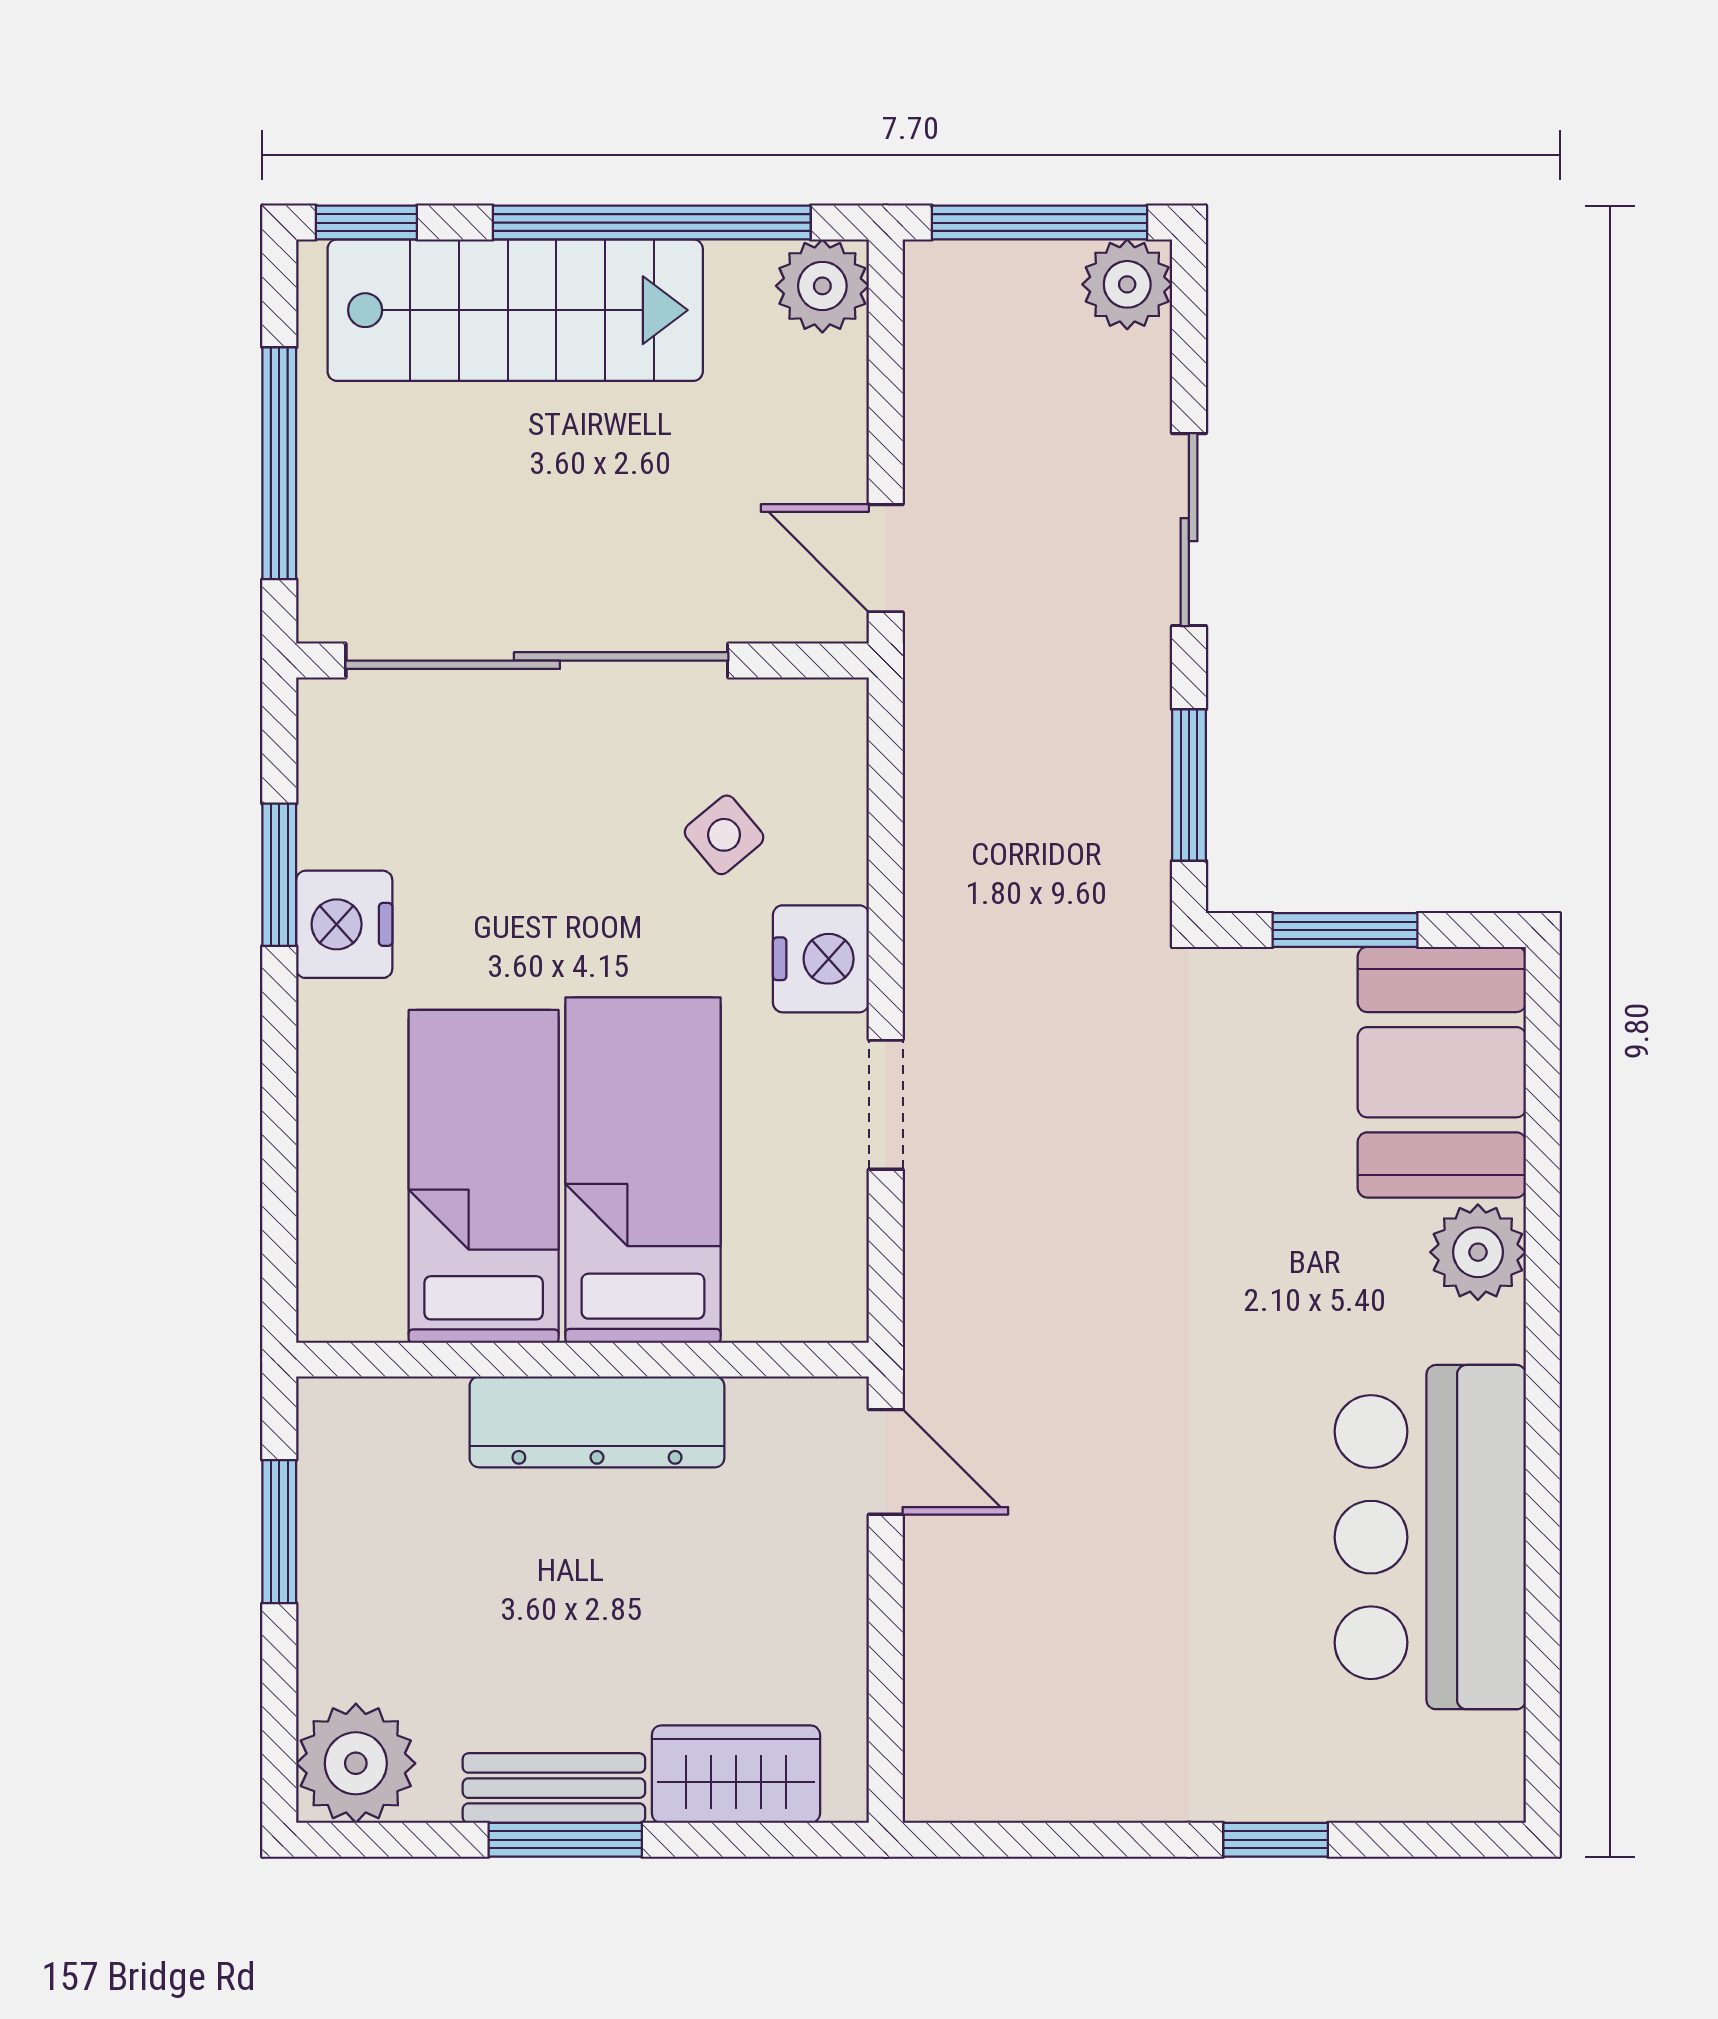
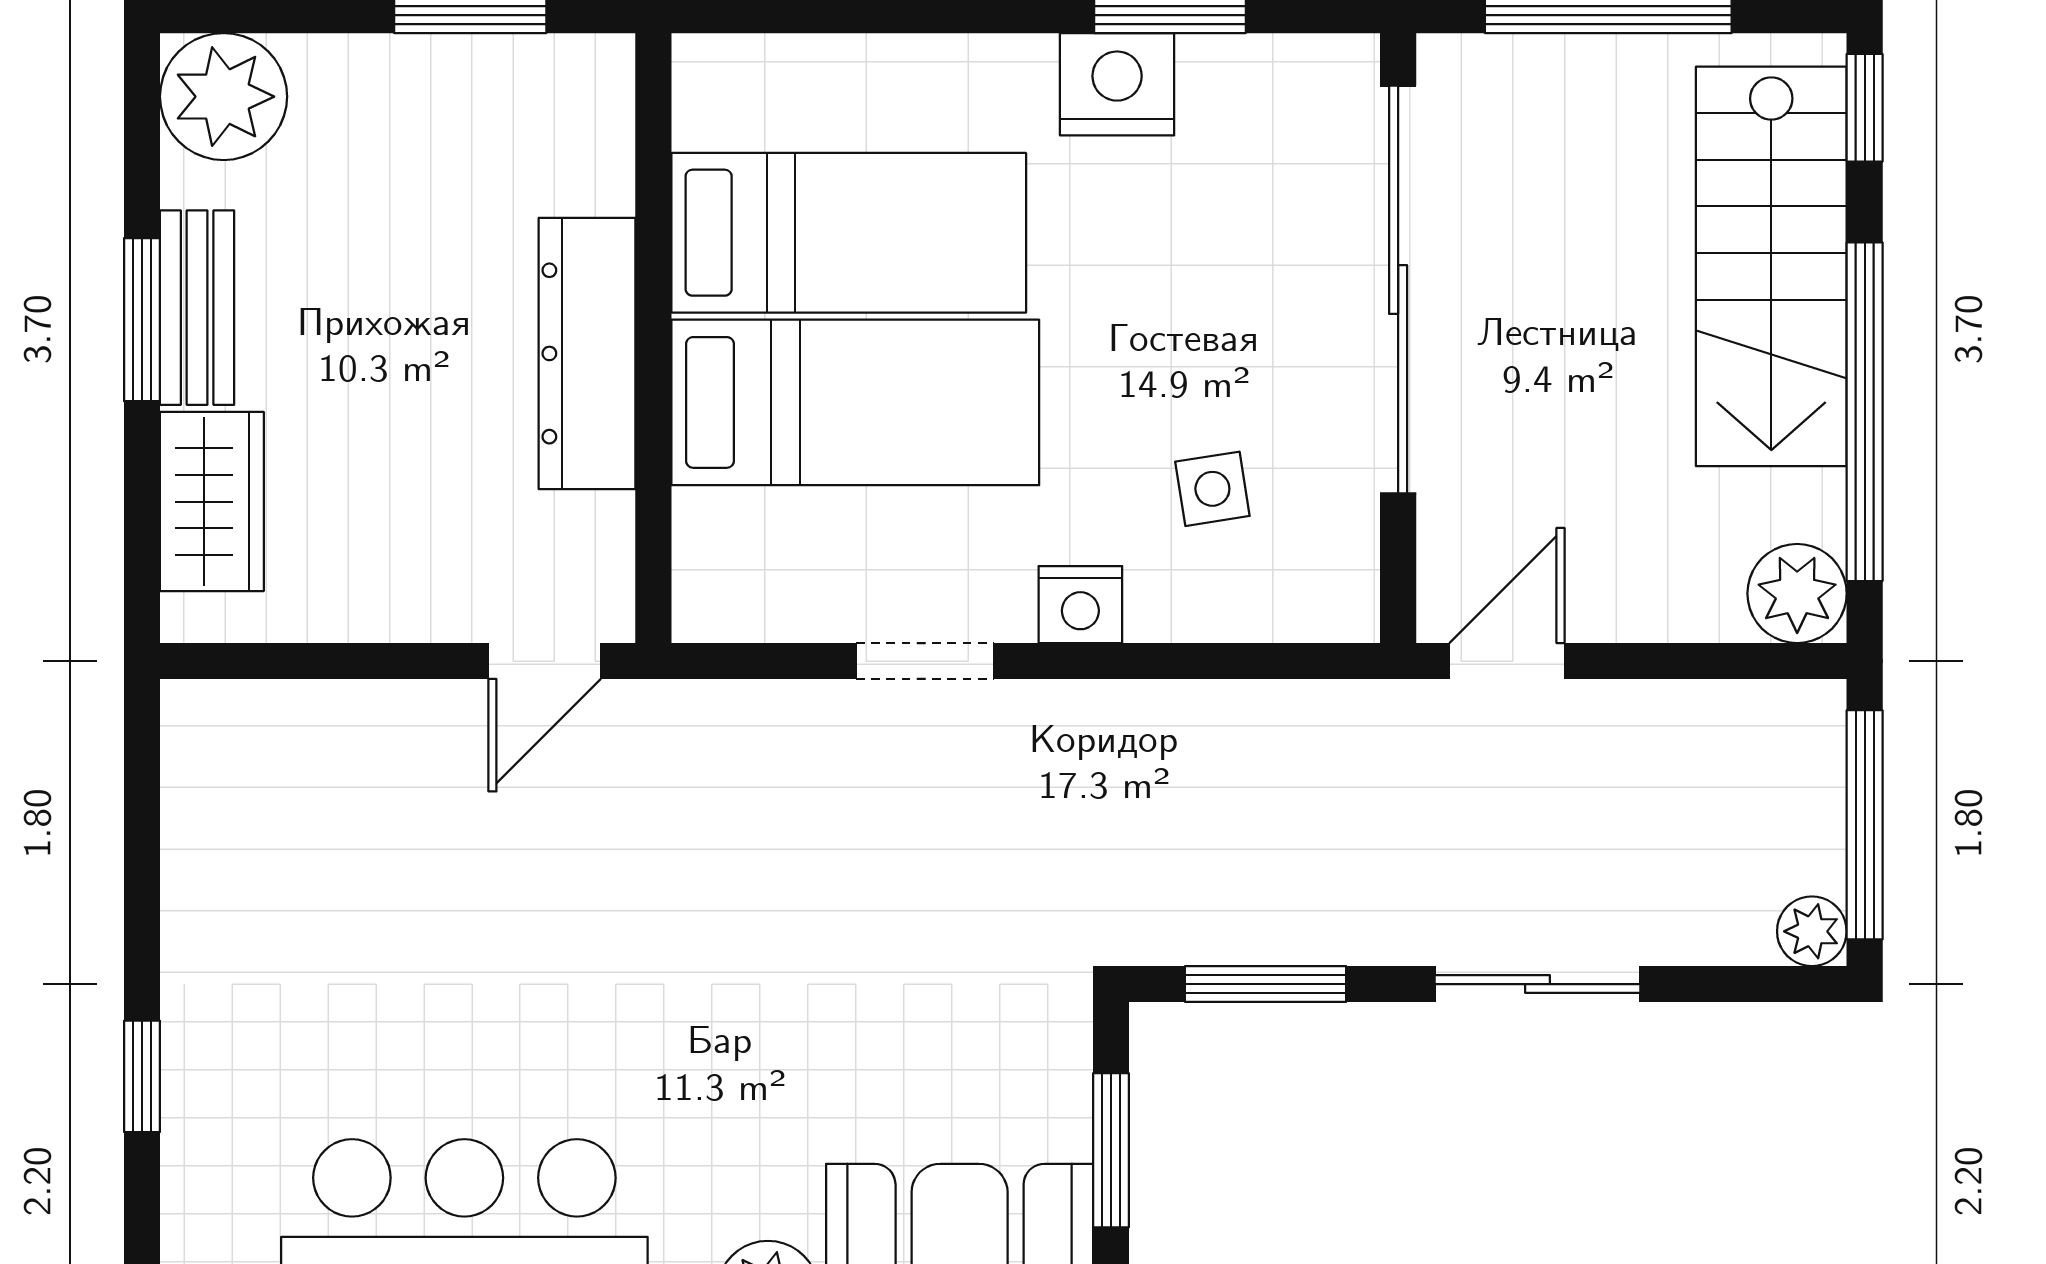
plant: (1127, 284) -> (1812, 931), width x0.73, depth x0.73
side table: (724, 835) -> (1212, 489), turned 31
nightstand: (821, 959) -> (1080, 605), width x0.74, depth x0.75

